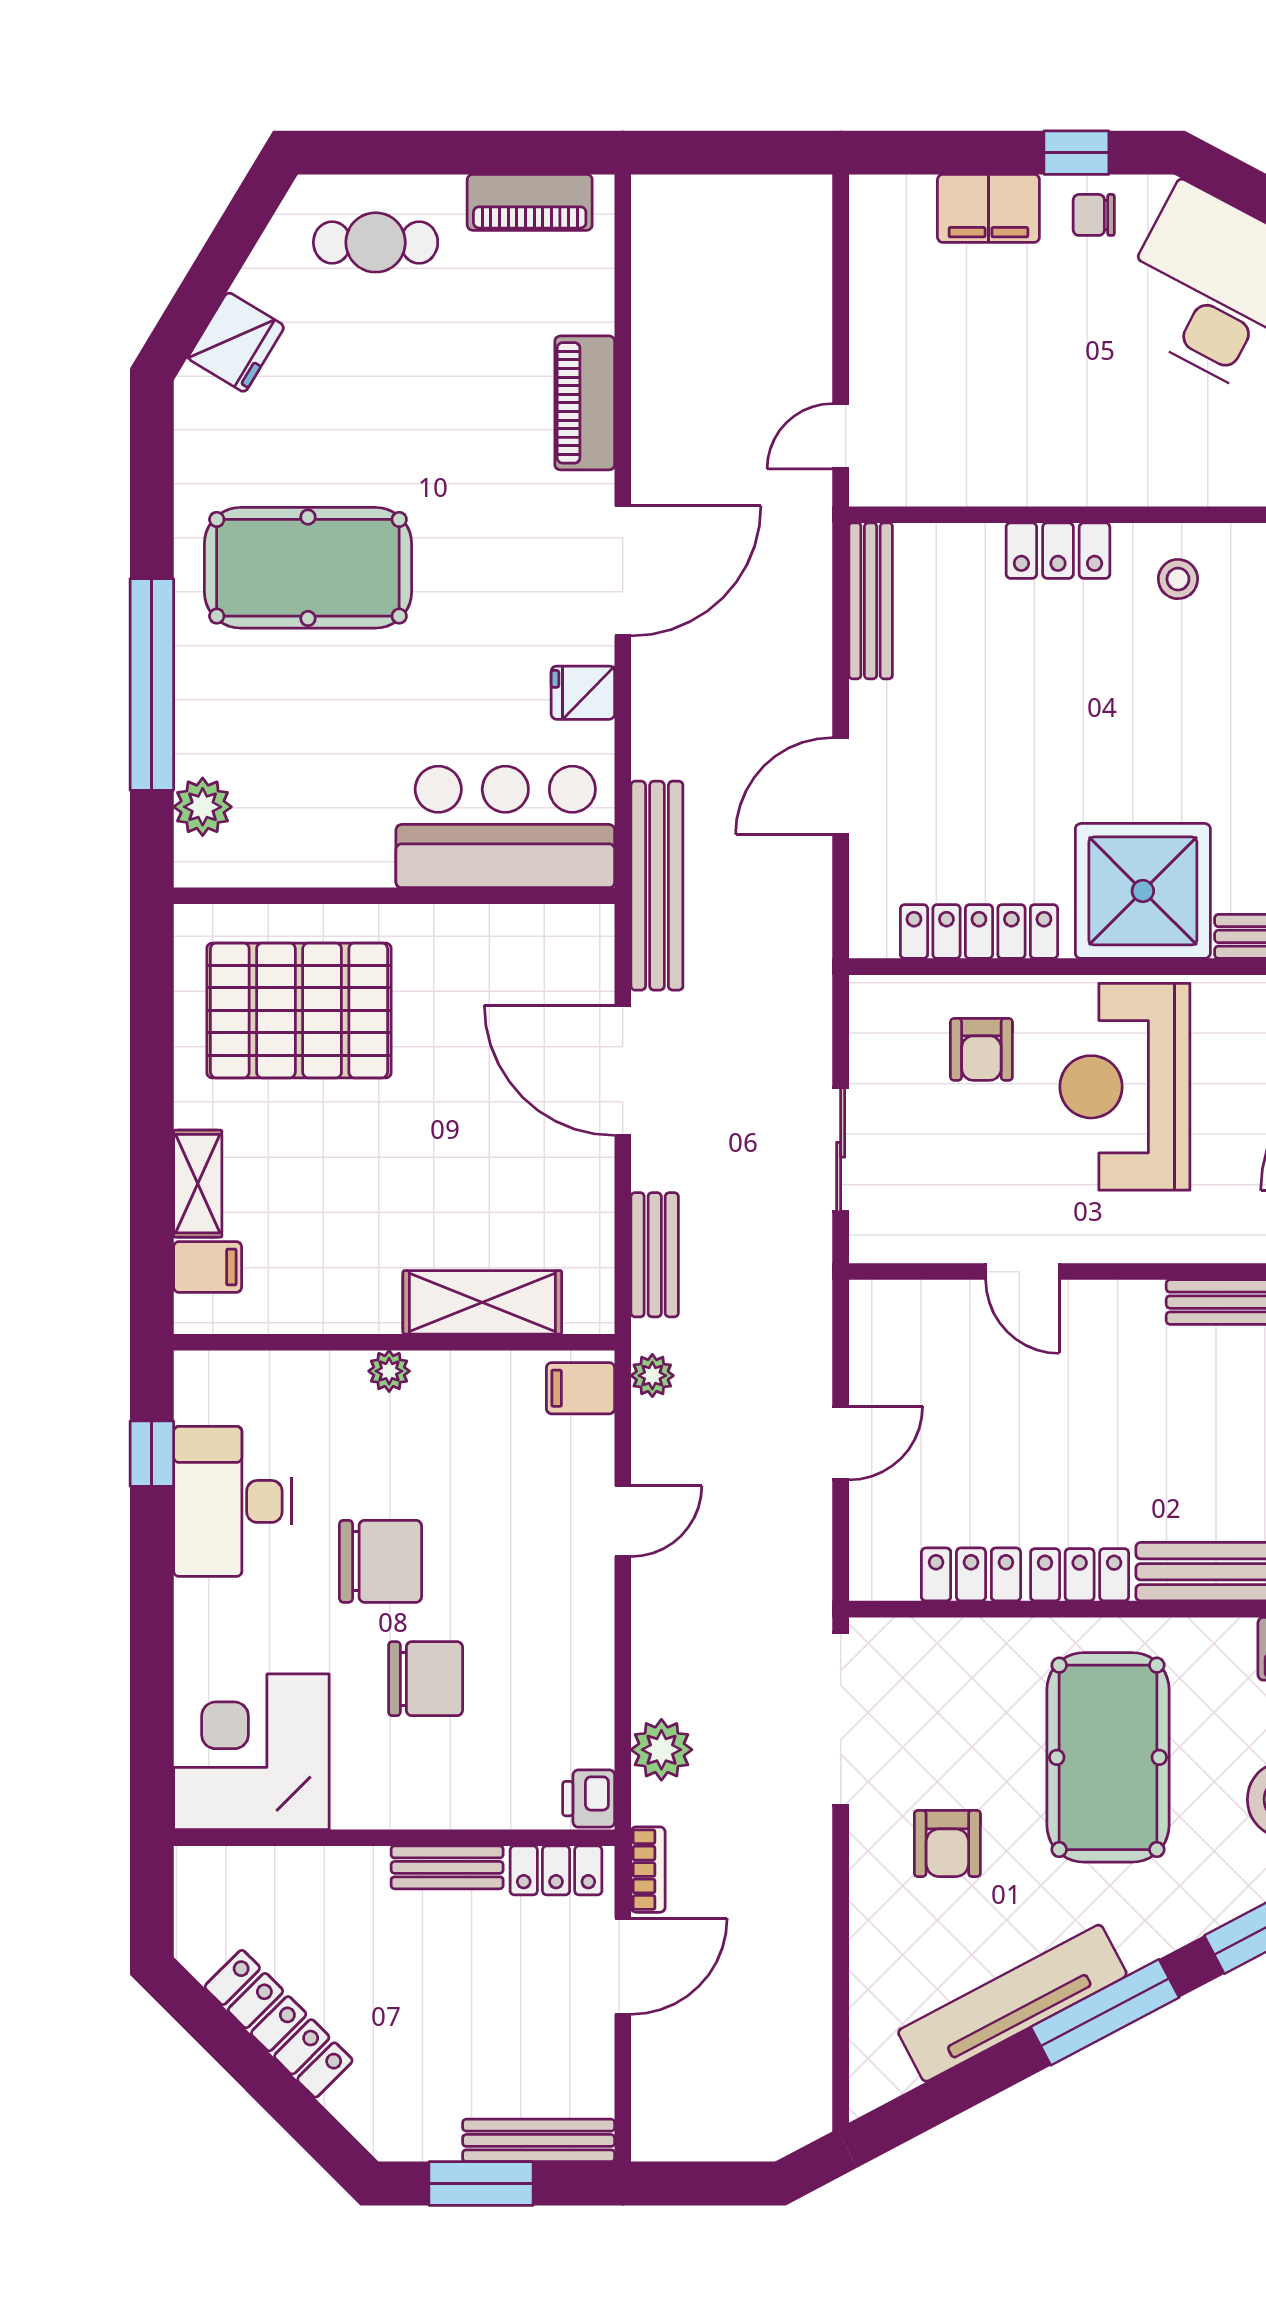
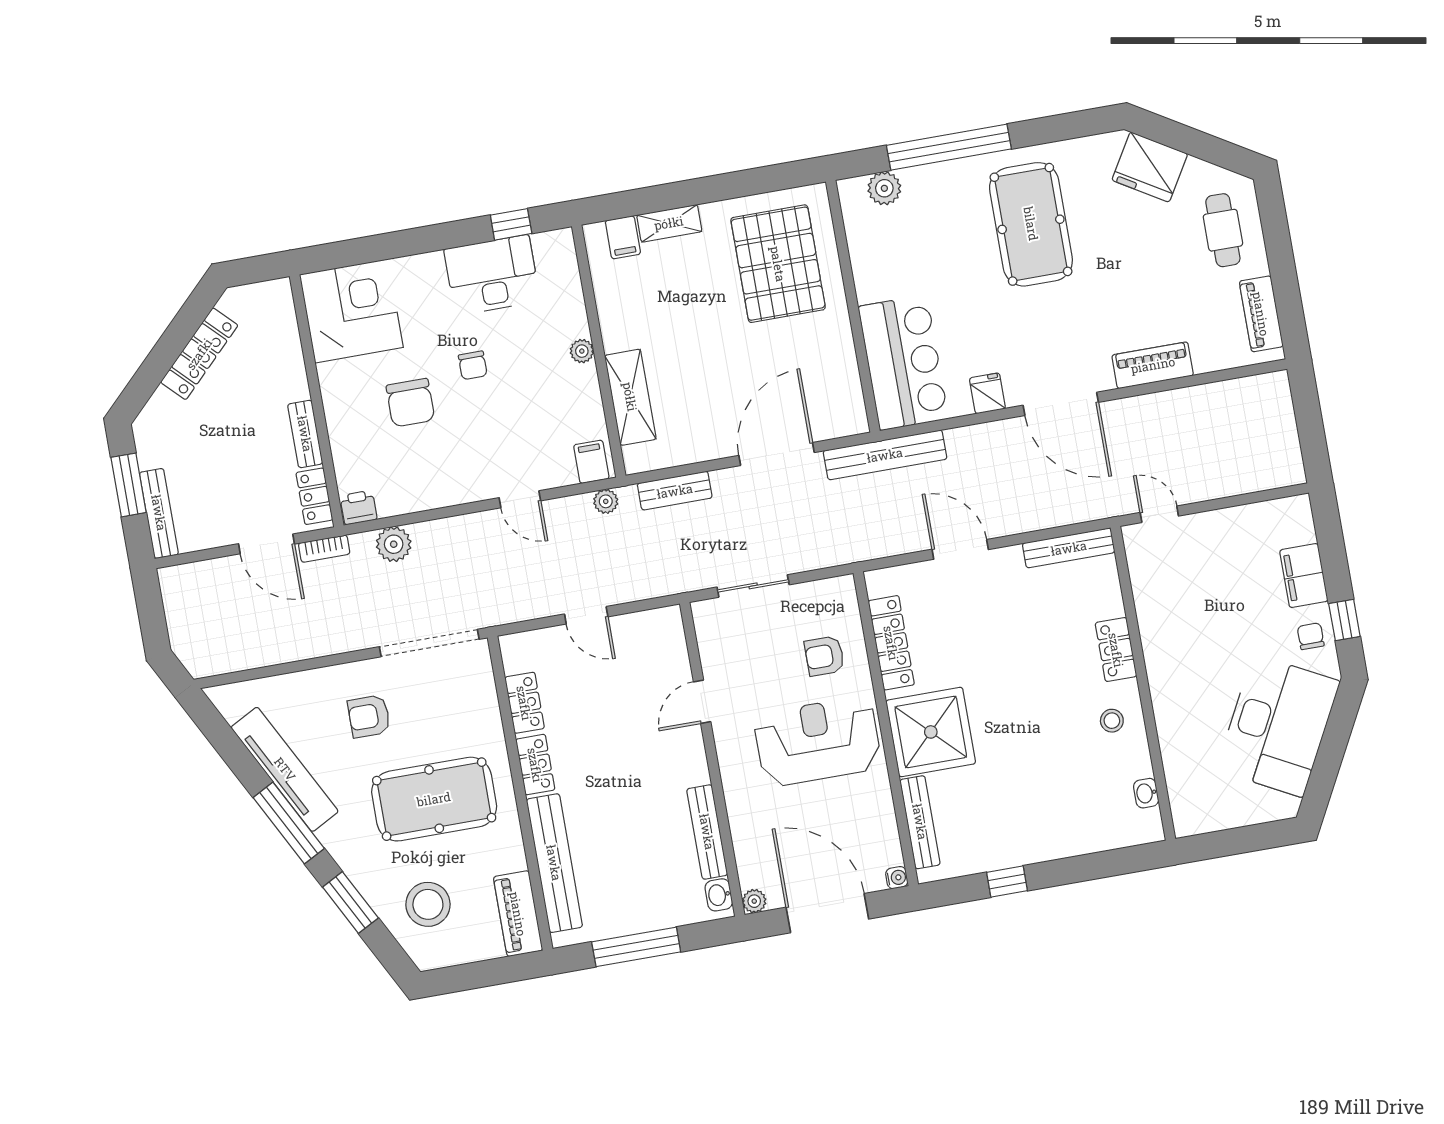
fridge: (236, 342) -> (1150, 167), width x1.36, depth x1.34
chair: (380, 1561) -> (473, 365), width x0.54, depth x0.54

